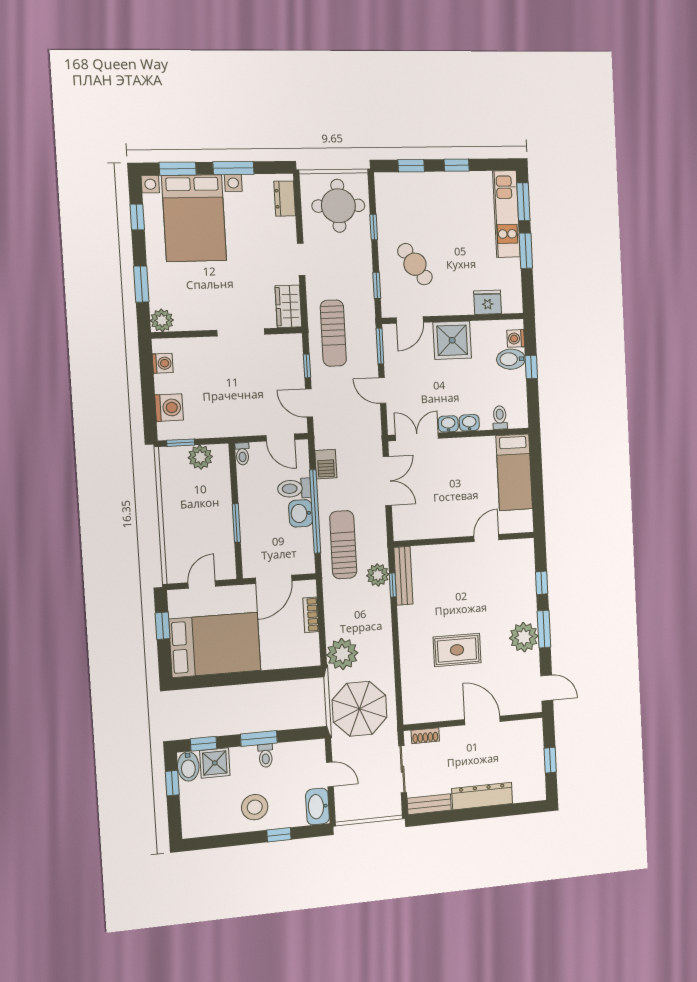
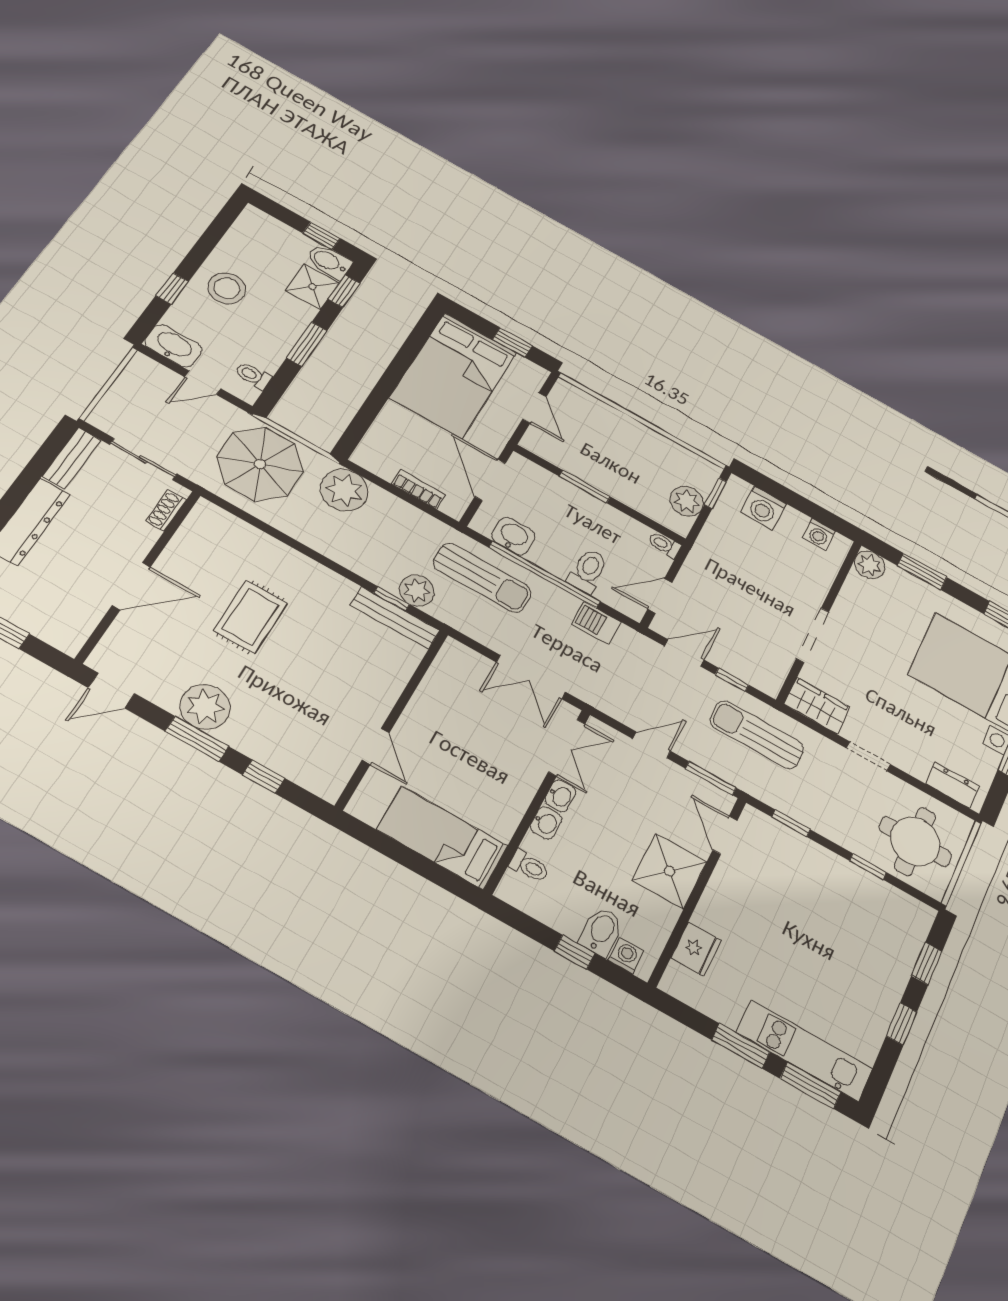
cafe table: (415, 264) -> (795, 887), removed
washbasin: (301, 513) -> (513, 536), moved
toilet: (266, 756) -> (253, 376), moved

